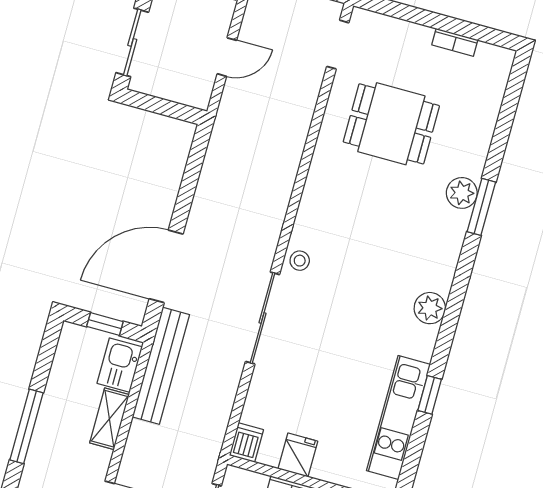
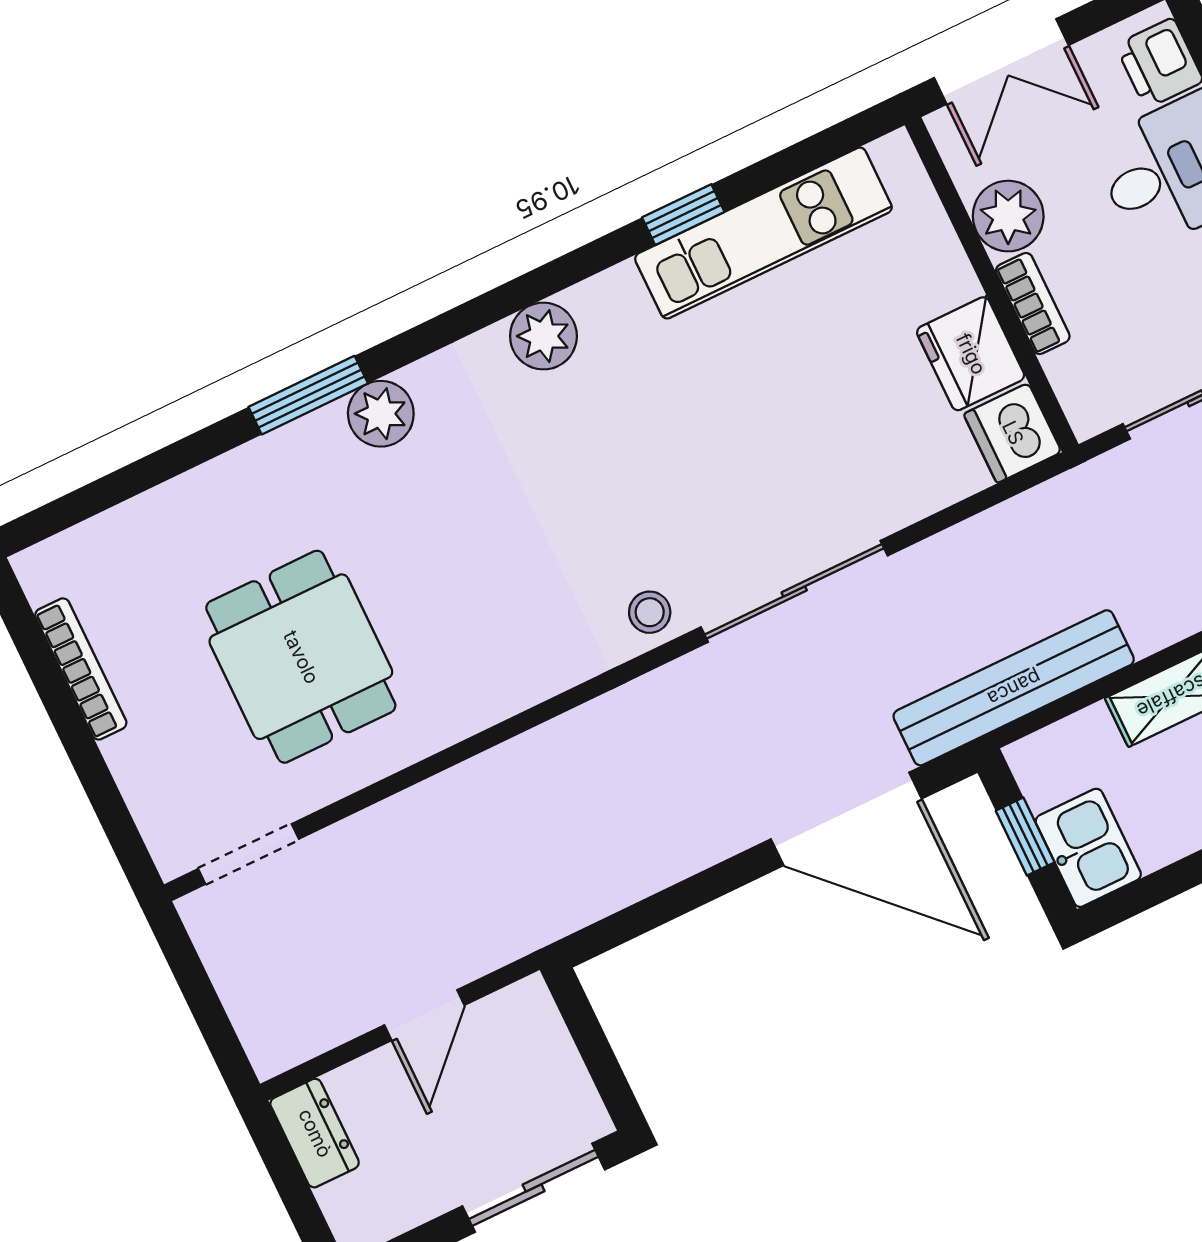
bookcase: (455, 42) -> (81, 669), width x1.56
door: (227, 57) -> (424, 1015), swing flipped
plant: (462, 193) -> (381, 414), moved
kitchen sink: (120, 365) -> (1088, 848), moved, turned -90
dishwasher: (246, 443) -> (1013, 433), width x1.38
fridge: (298, 455) -> (971, 354), width x1.38

